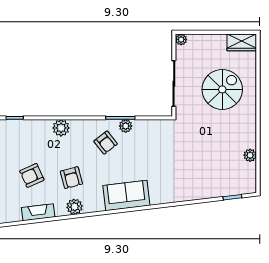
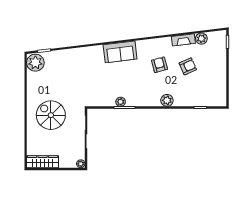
wardrobe: (242, 42) -> (43, 162), width x1.50
spiral stairs: (222, 89) -> (51, 115), moved, turned 90
armchair: (106, 143) -> (135, 90), removed
plant: (250, 155) -> (35, 63), moved, width x1.87, depth x1.87
plant: (75, 207) -> (201, 39), moved

